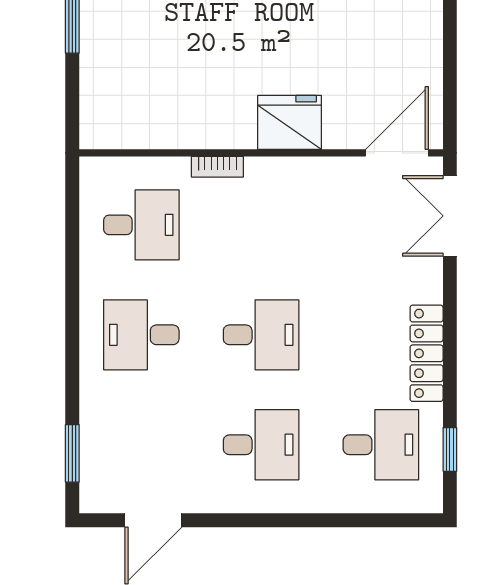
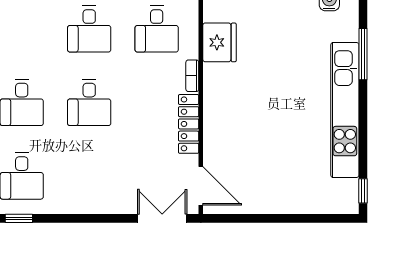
fridge: (290, 122) -> (220, 42), moved
desk: (141, 335) -> (89, 29), turned 180
locker: (427, 353) -> (189, 124), moved, turned -90

